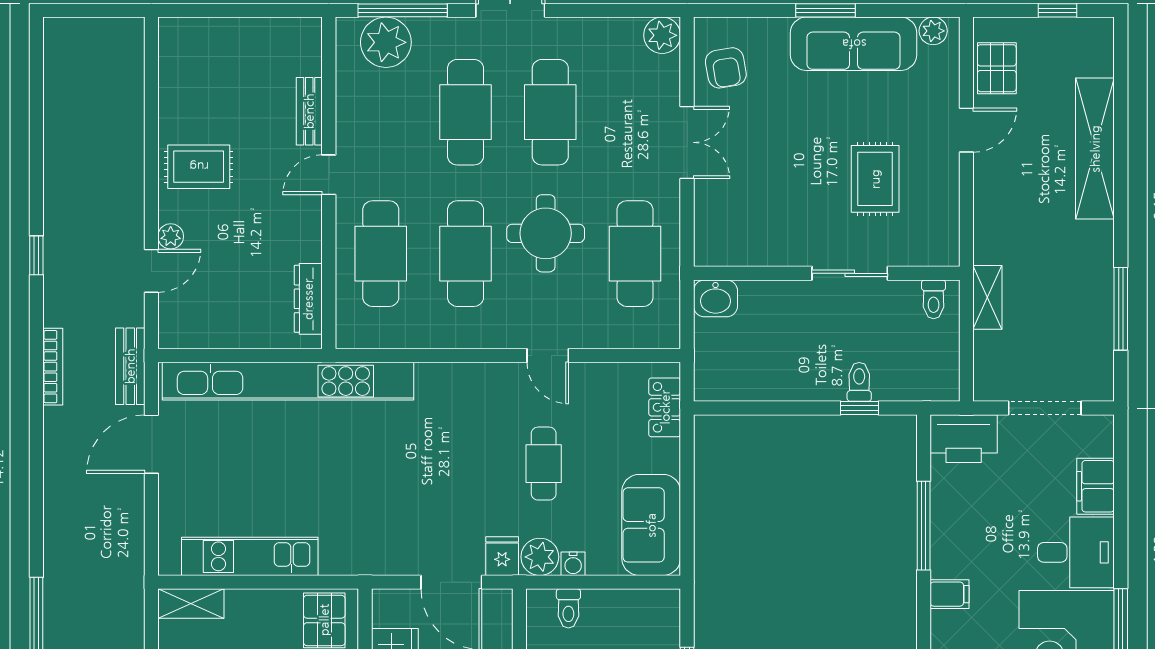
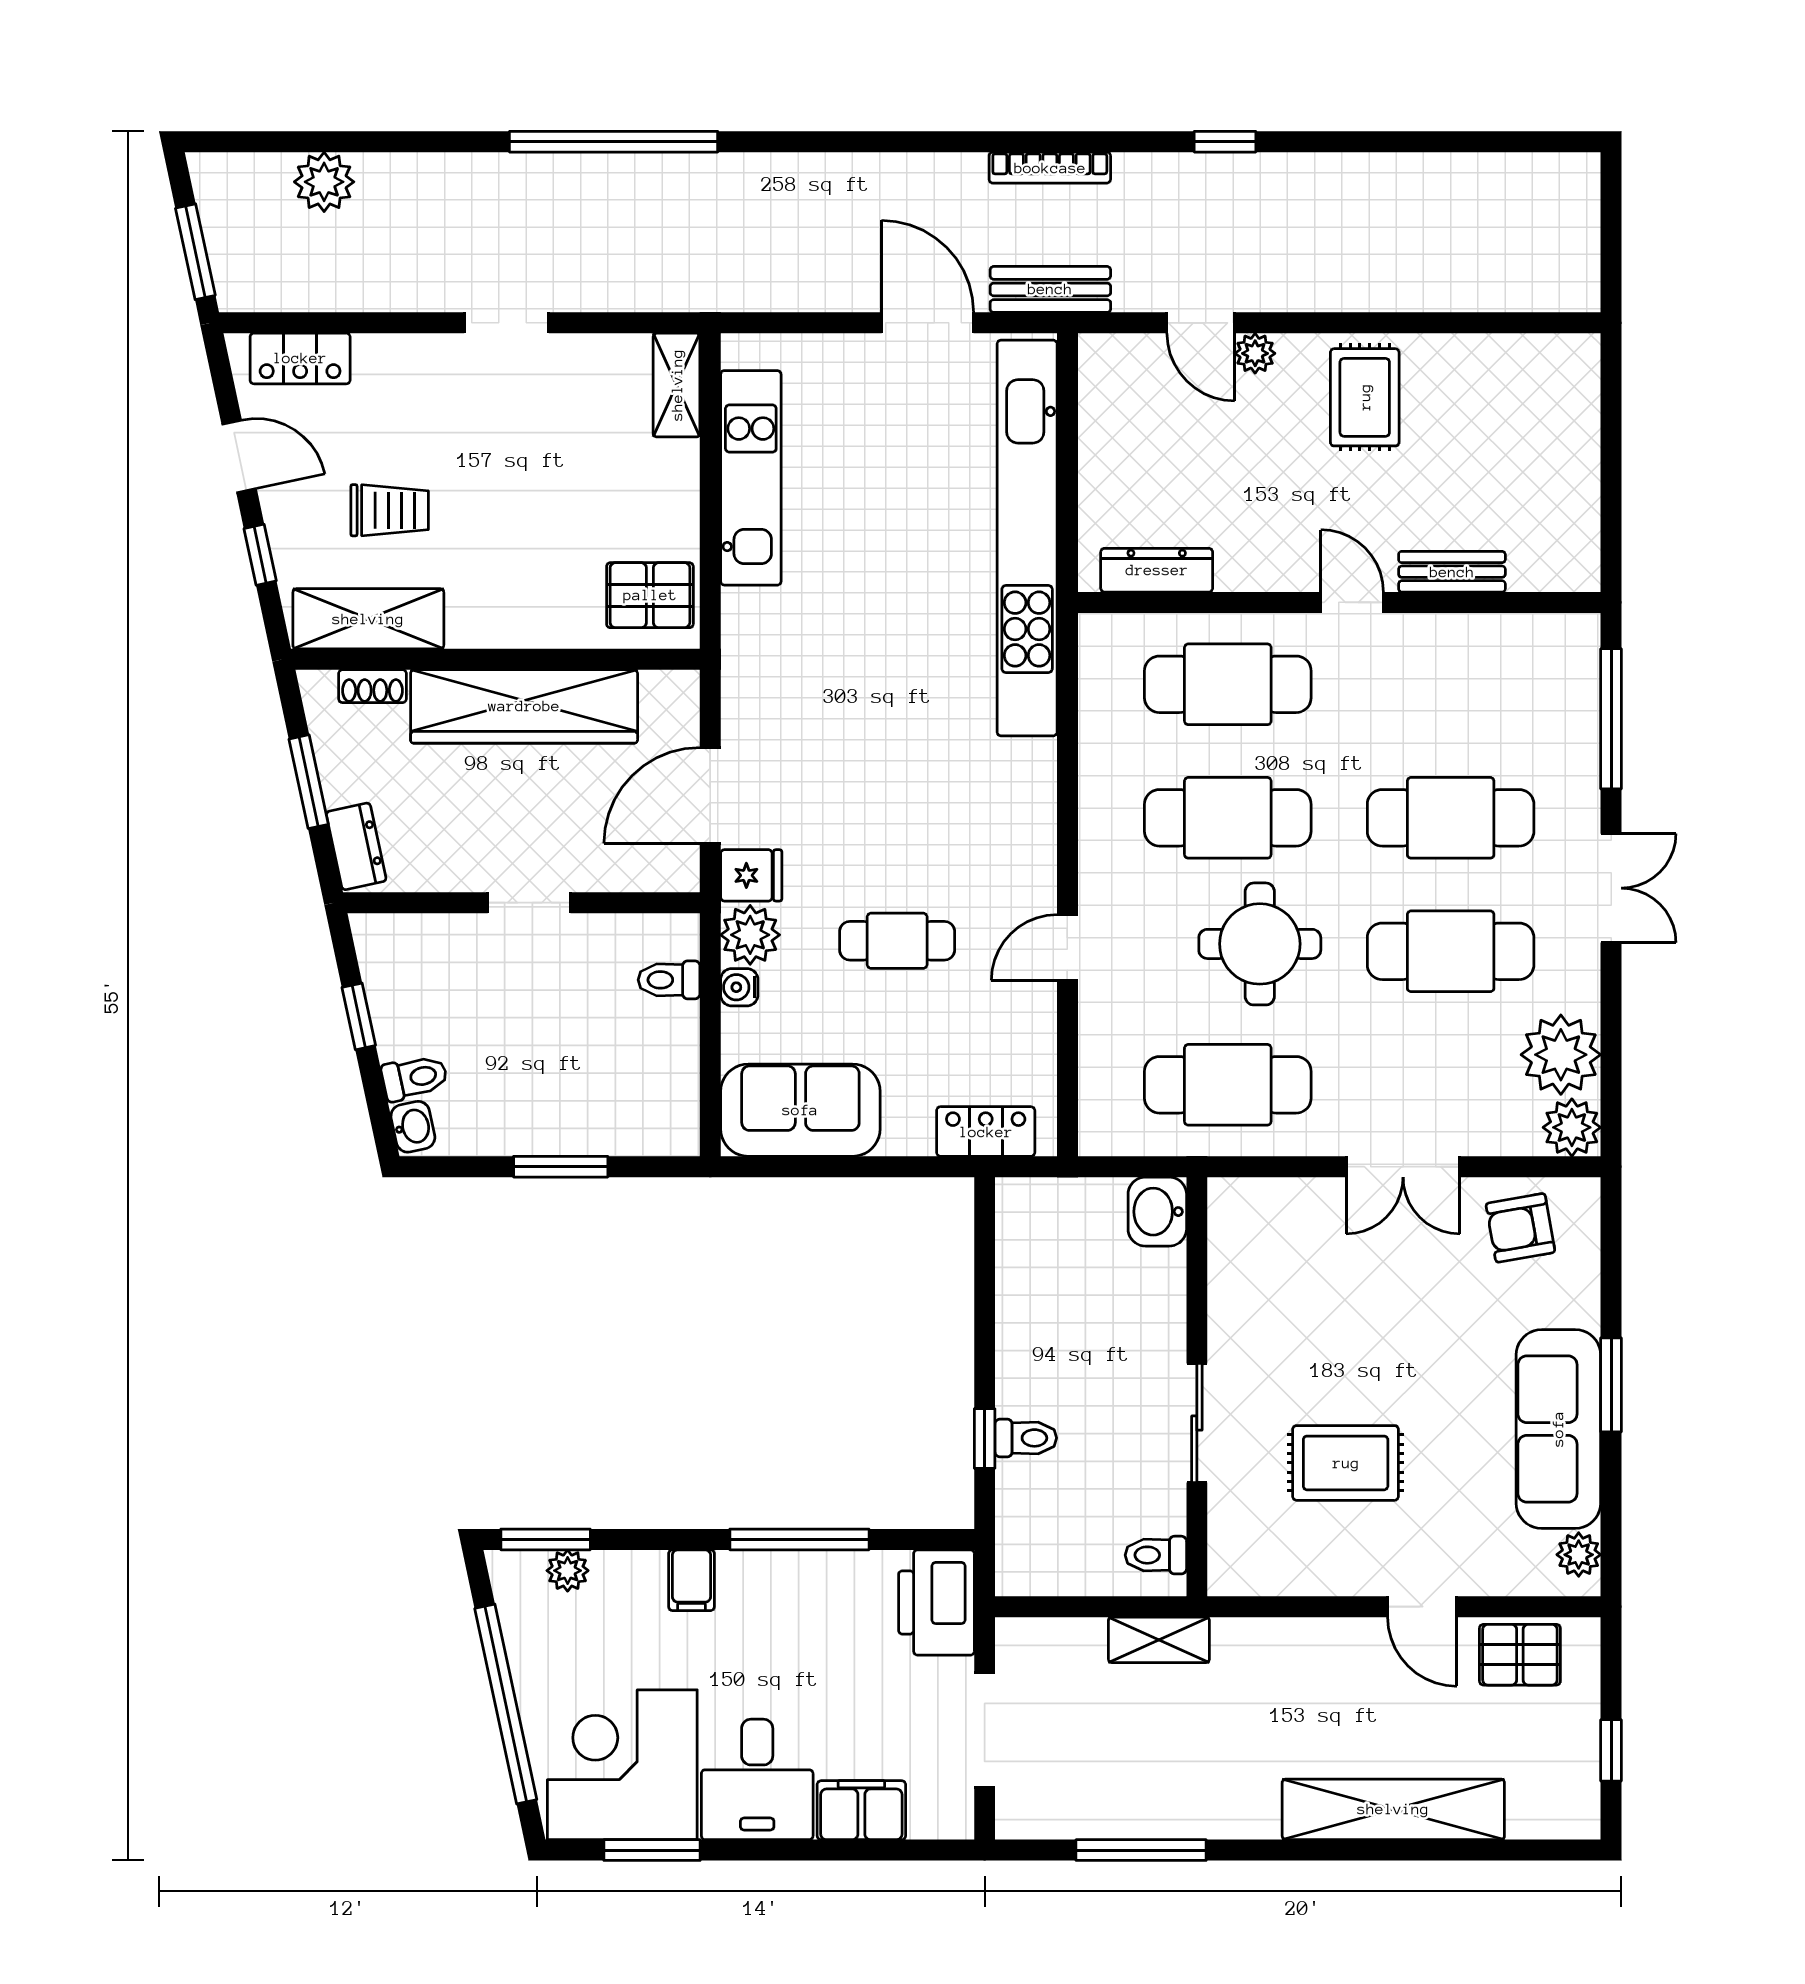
plant: (386, 42) -> (1561, 1055), moved

